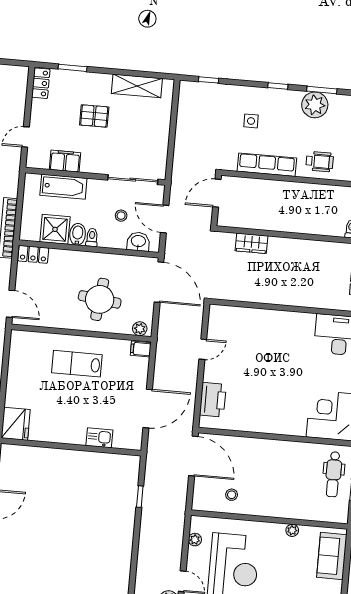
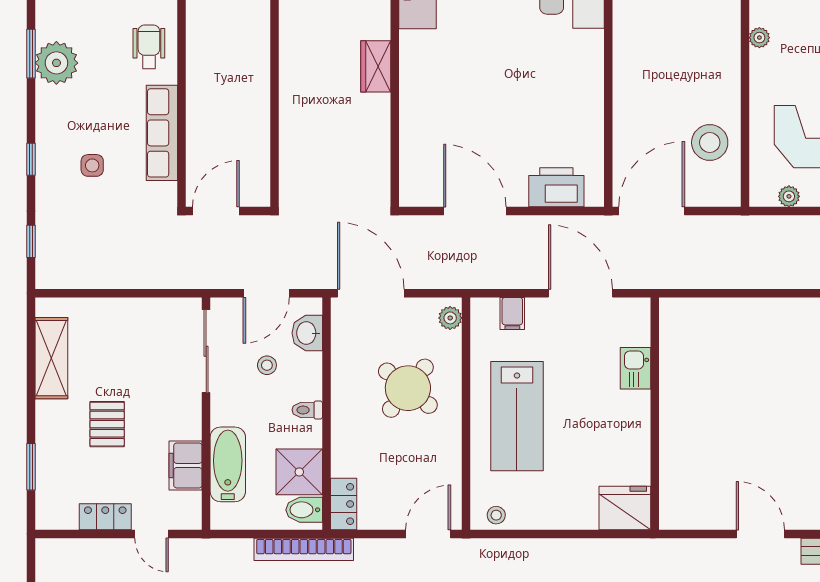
locker: (41, 83) -> (105, 517), moved
window: (278, 86) -> (31, 159), moved
door: (217, 193) -> (216, 211), swing flipped
bidet: (78, 234) -> (304, 510), moved
wardrobe: (252, 243) -> (376, 66), moved, turned 180
door: (159, 282) -> (371, 293), hinge flipped
round table: (100, 299) -> (408, 388), turned 32
stool: (18, 346) -> (496, 515), added
filing cabinet: (141, 349) -> (512, 313), moved
door: (203, 349) -> (475, 211), width x1.87
lab bench: (77, 364) -> (517, 416), width x1.36, depth x1.39
stool: (232, 495) -> (710, 143), width x1.89, depth x1.89
window: (140, 497) -> (726, 293), removed

